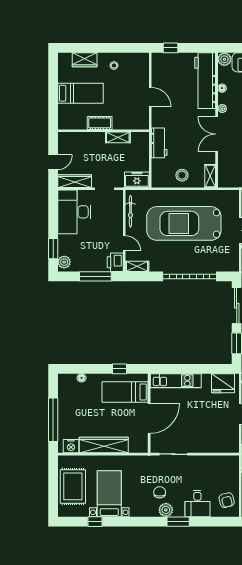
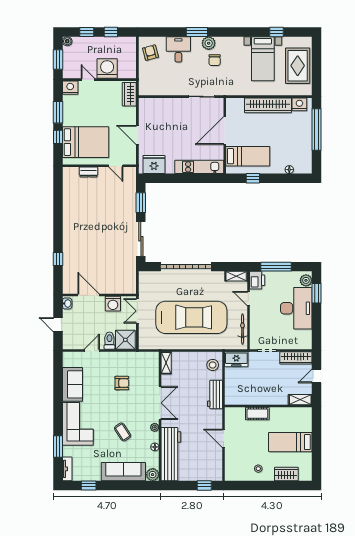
cot: (100, 123) -> (257, 414), moved
shelving: (118, 137) -> (300, 400), moved
stool: (182, 175) -> (213, 365), moved
desk: (74, 212) -> (296, 308), moved

